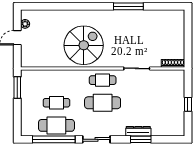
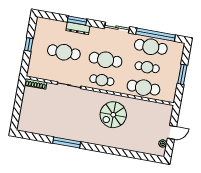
spiral stairs: (84, 45) -> (113, 115), width x0.73, depth x0.73
cafe table: (56, 80) -> (143, 88), added
window: (17, 88) -> (182, 74), moved
cafe table: (149, 103) -> (64, 52), added

